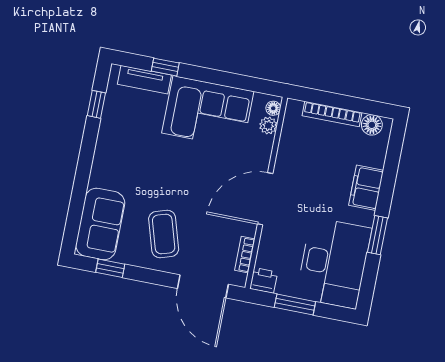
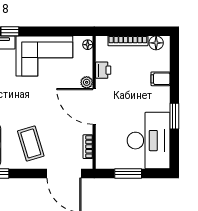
plant: (268, 125) -> (87, 82), moved
filing cabinet: (366, 188) -> (160, 79), width x0.50
door: (265, 199) -> (94, 106), hinge flipped
printer: (264, 280) -> (103, 70), moved, turned 90

